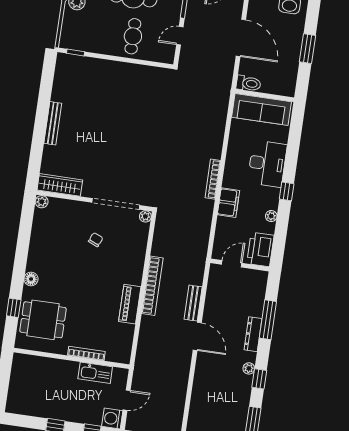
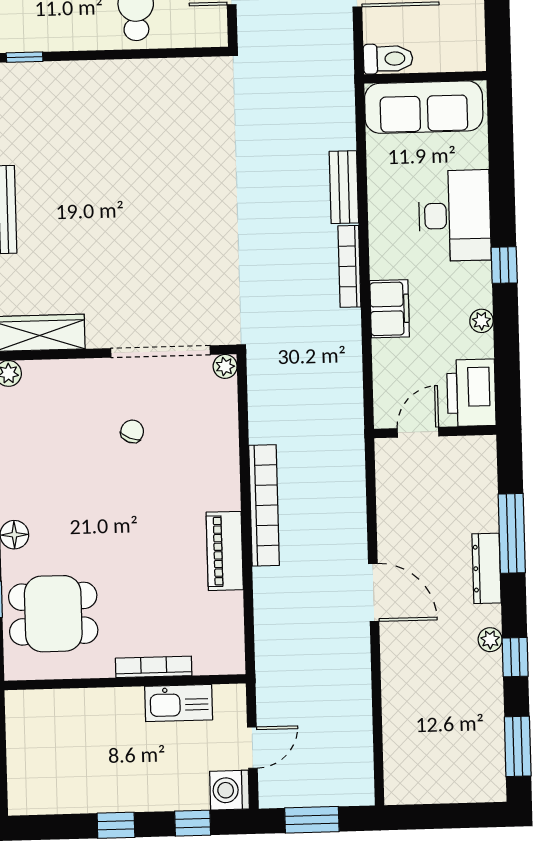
bench: (193, 303) -> (344, 187), moved

